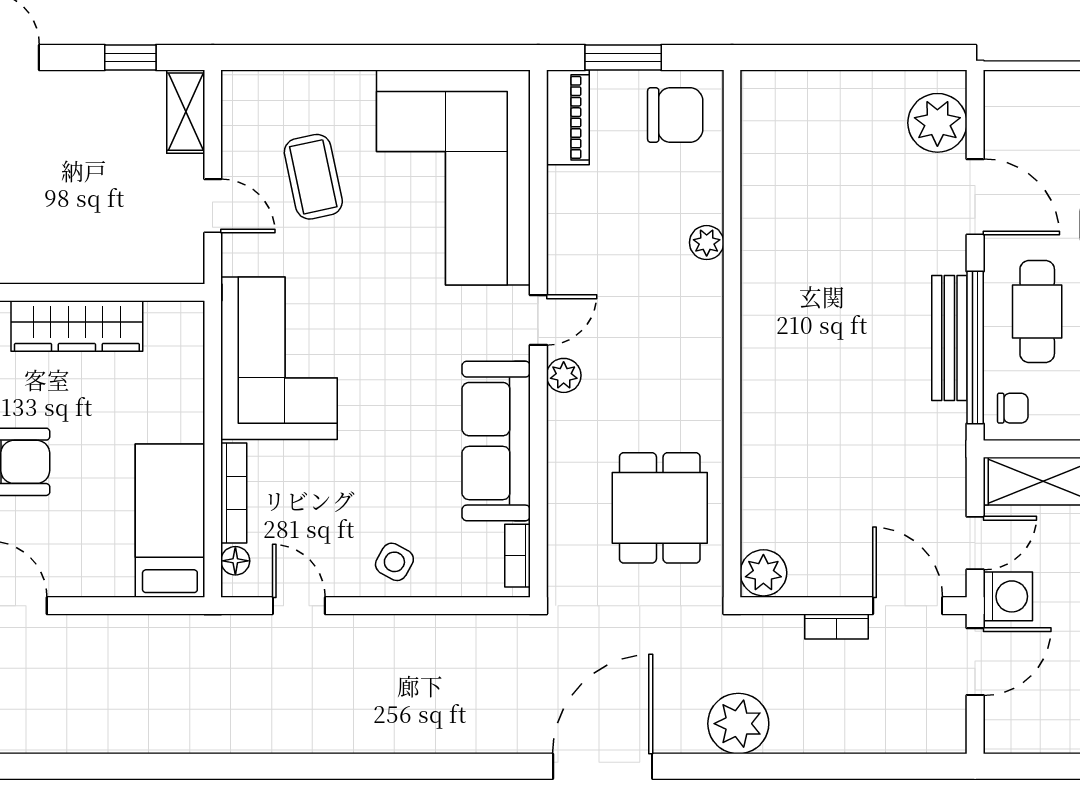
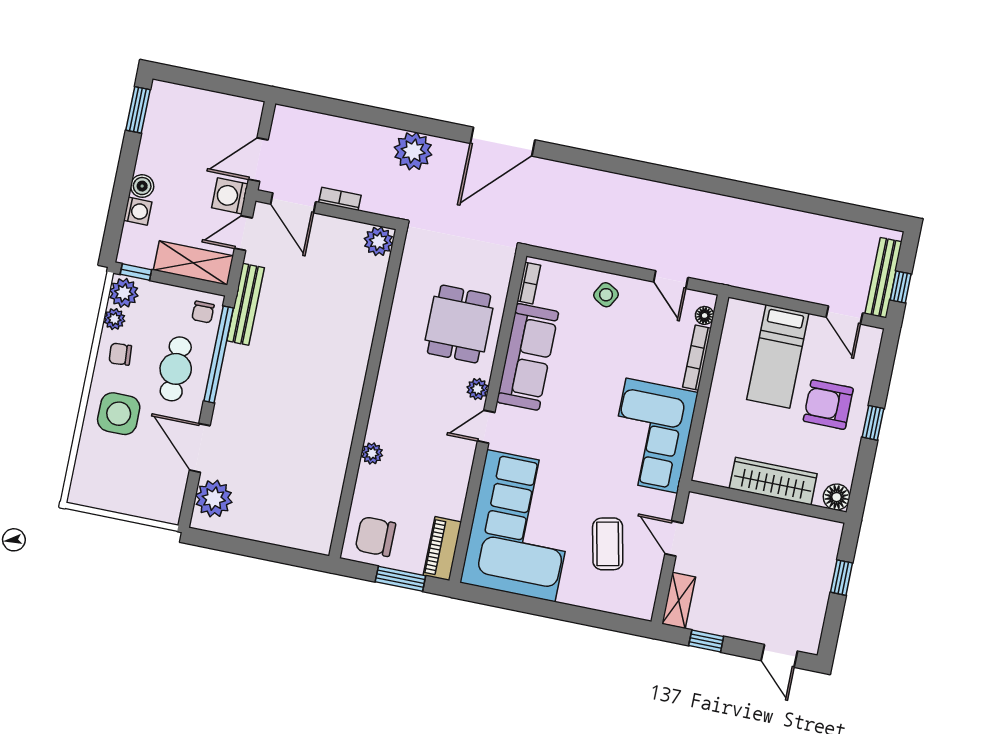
bench: (949, 338) -> (246, 304), moved
chair: (1013, 408) -> (203, 312), turned -90
dining table: (660, 508) -> (459, 324), moved
bed: (170, 521) -> (778, 356), moved

